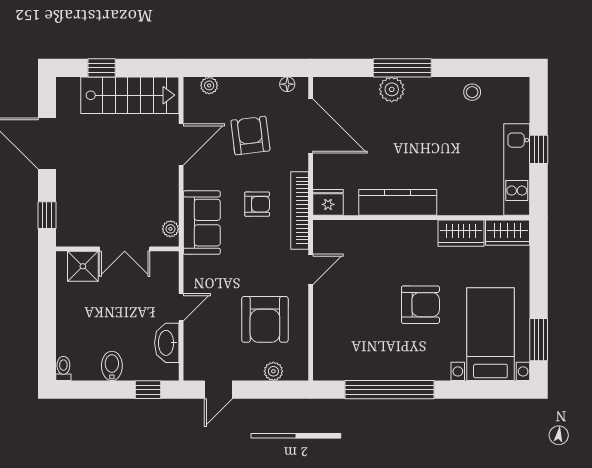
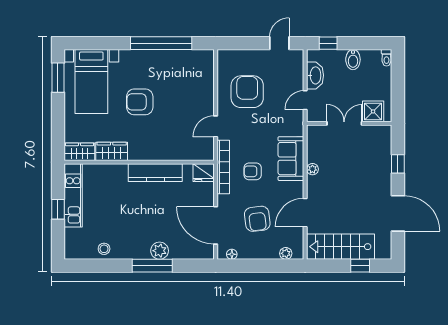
plant: (170, 229) -> (312, 169), moved
wall: (117, 249) -> (349, 123), moved
double door: (125, 249) -> (344, 123), moved
shower: (83, 266) -> (373, 111), moved
plant: (273, 371) -> (241, 56), removed

